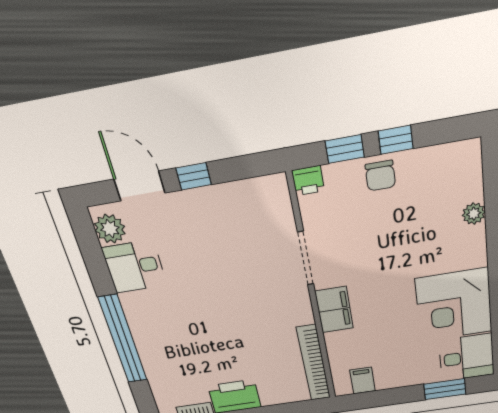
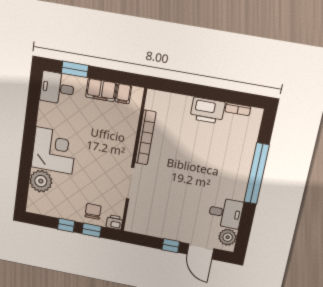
chair: (380, 176) -> (93, 211), moved
plant: (474, 214) -> (41, 181), width x1.88, depth x1.88
corner desk: (454, 305) -> (54, 151), moved
filing cabinet: (334, 310) -> (101, 90), moved, turned -90
bookcase: (314, 363) -> (145, 137), moved

